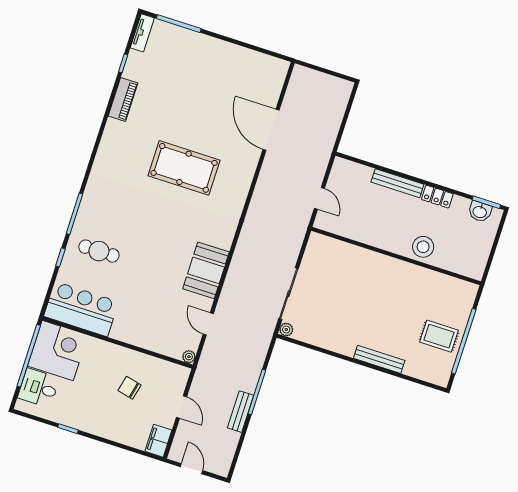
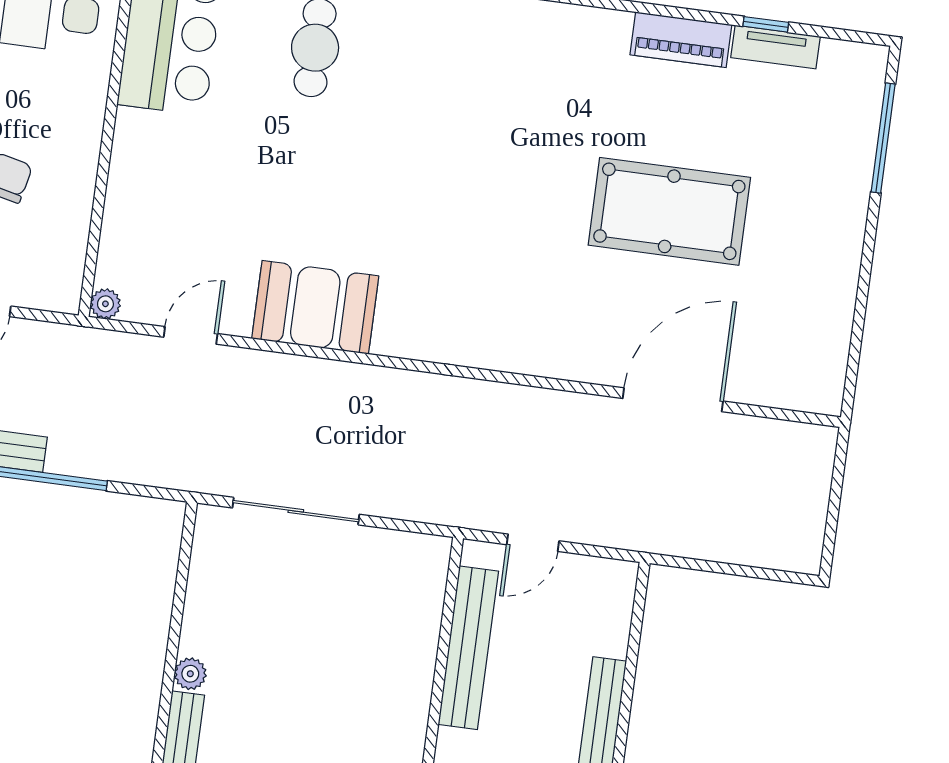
tv unit: (142, 33) -> (775, 47), moved
pool table: (184, 168) -> (669, 211), moved, turned 90
bench: (358, 233) -> (468, 648), added
plant: (286, 330) -> (190, 674), moved

